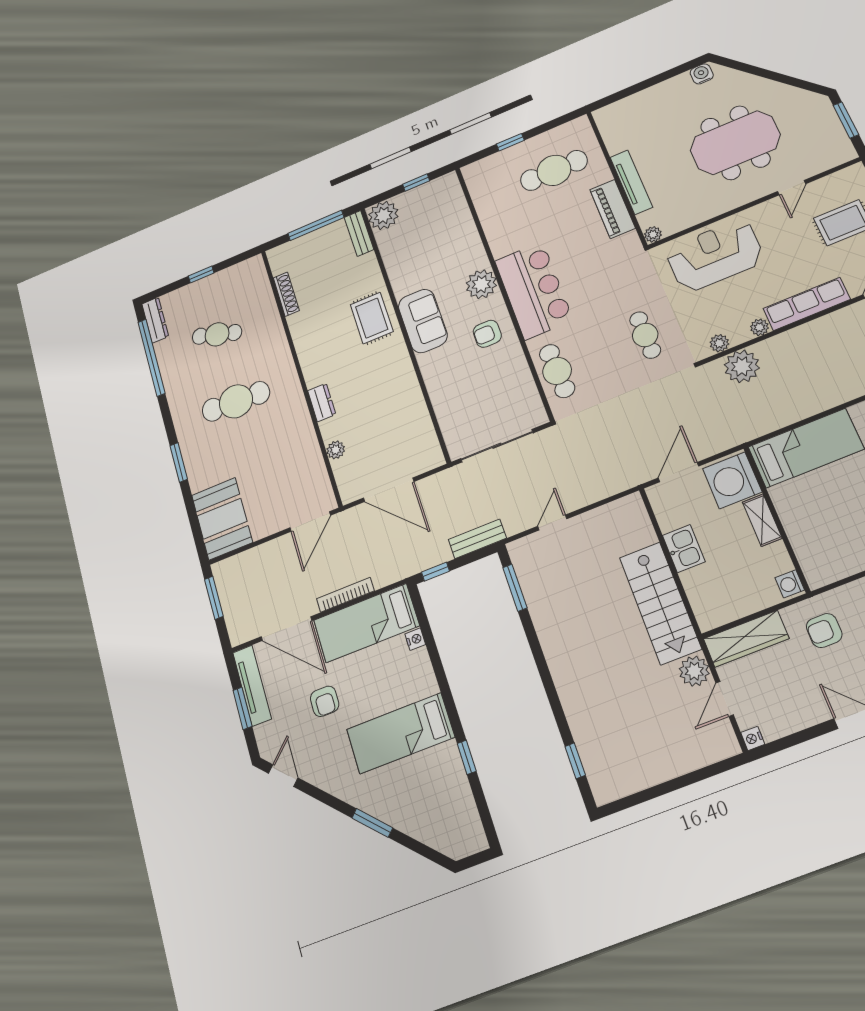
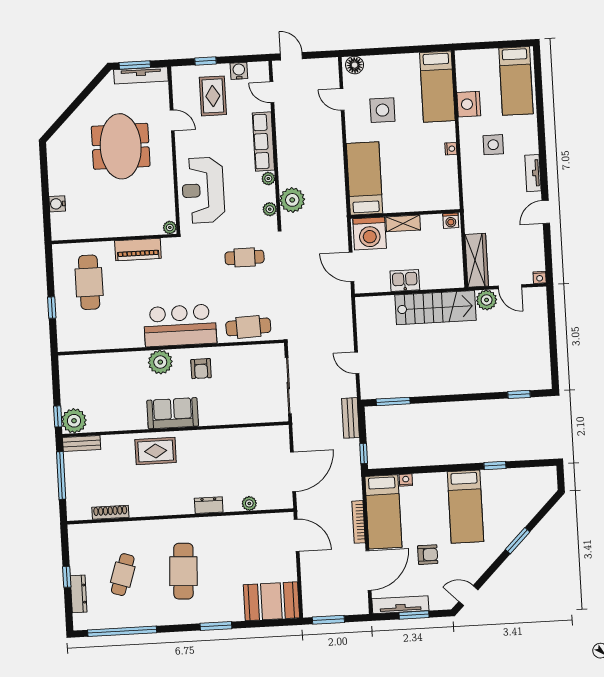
water cooler: (702, 74) -> (57, 204), moved
window: (416, 182) -> (58, 416), moved
tv unit: (631, 182) -> (141, 75), moved, turned 180
dresser: (155, 320) -> (79, 594), moved, turned 90
armchair: (824, 631) -> (487, 210), removed

